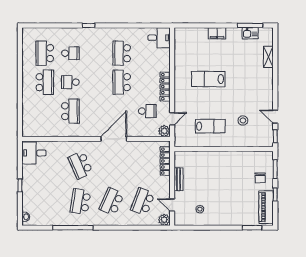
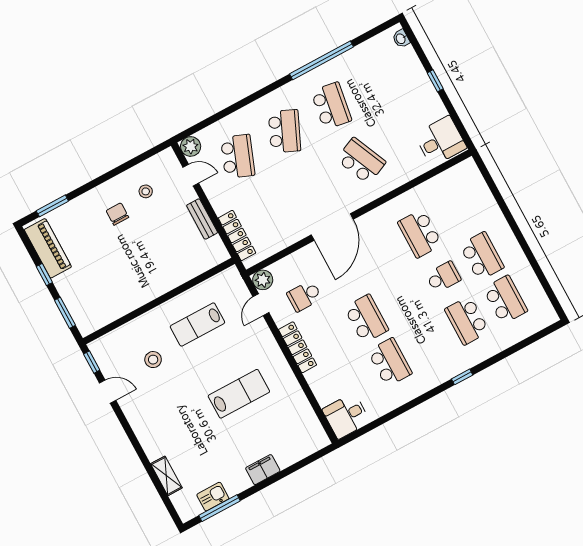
school desk: (70, 53) -> (467, 321), width x1.85
school desk: (45, 82) -> (482, 256), turned 180
chair: (260, 178) -> (117, 214), moved

